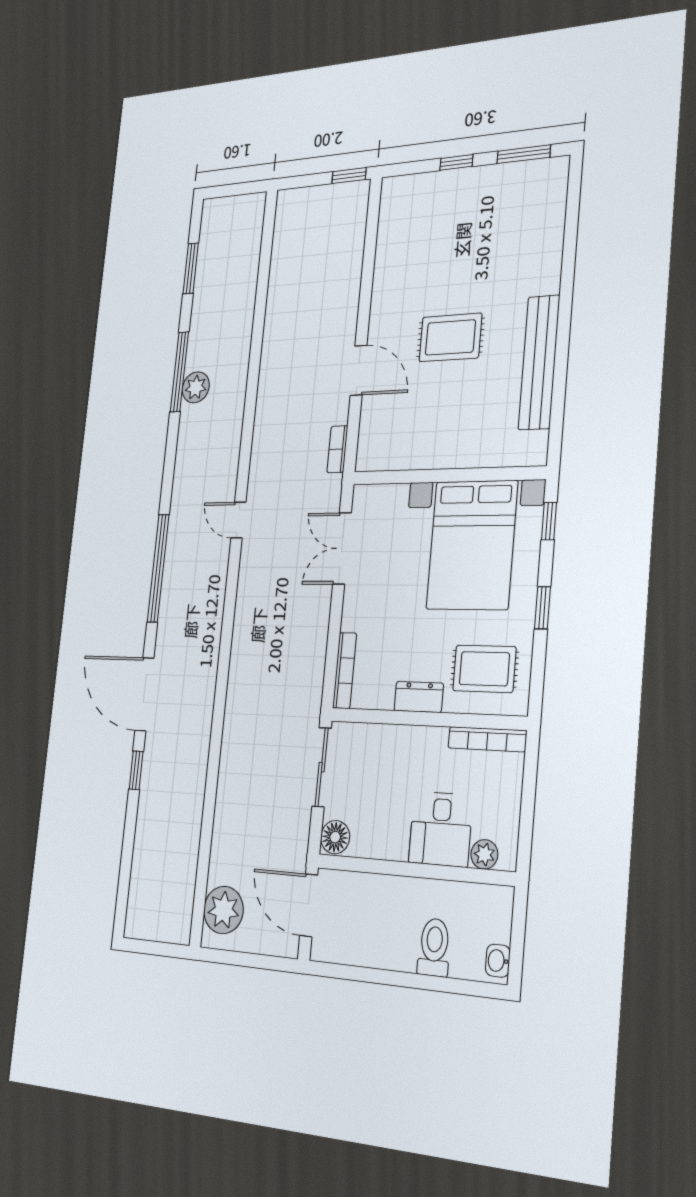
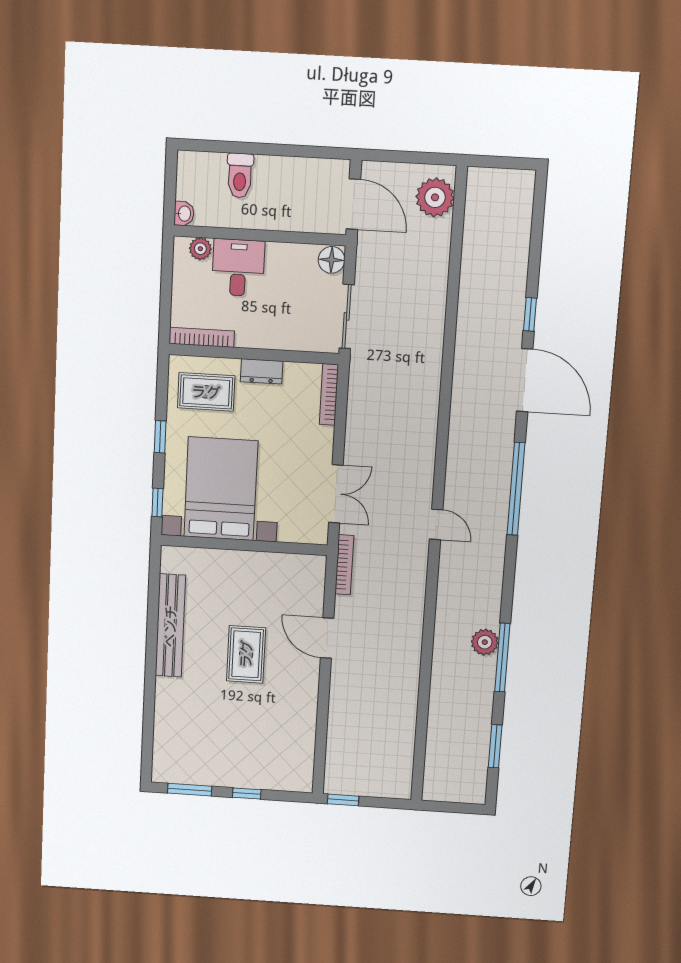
rug: (450, 337) -> (246, 654), turned 90
bookcase: (337, 449) -> (344, 565), width x1.56
washbasin: (498, 961) -> (184, 214), moved

